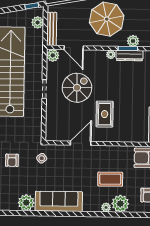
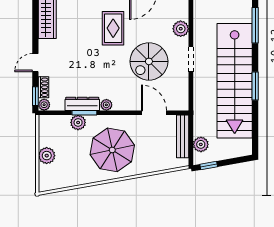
plant: (53, 55) -> (181, 29), moved

